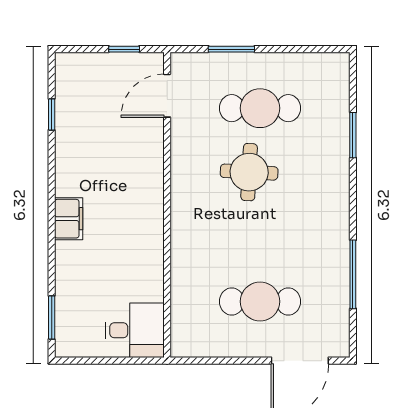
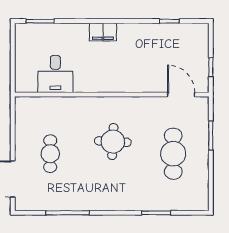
round table: (249, 172) -> (113, 142), moved
cafe table: (260, 301) -> (50, 154), width x0.73, depth x0.74
desk: (135, 330) -> (55, 74), moved

